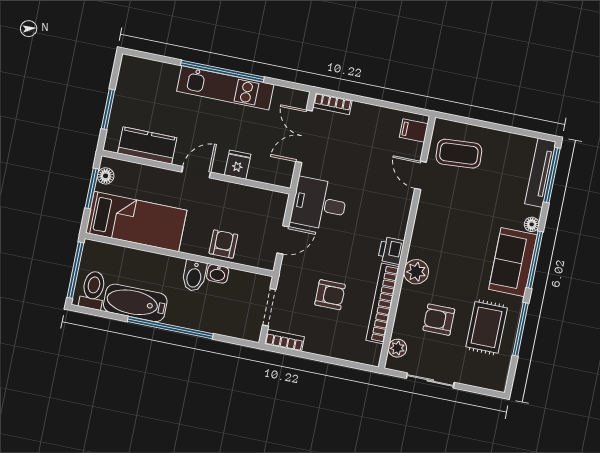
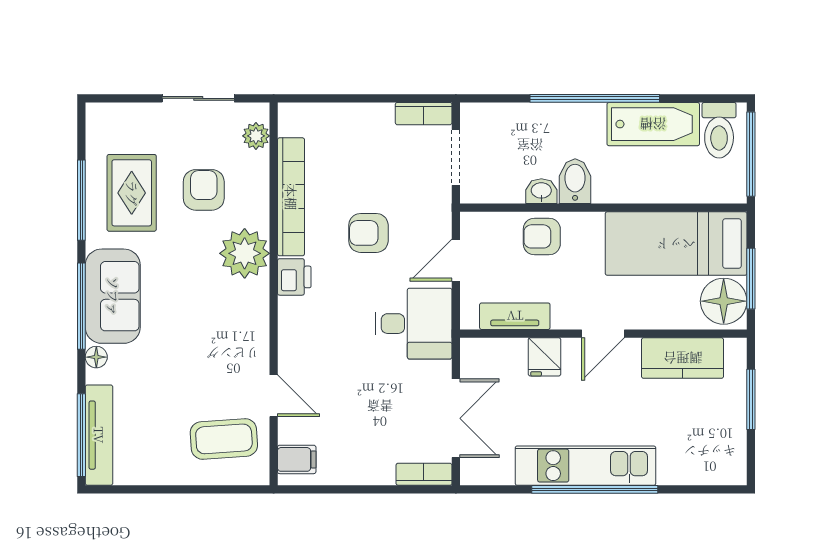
floor lamp: (106, 176) -> (724, 301), width x1.89, depth x1.89
tv unit: (252, 195) -> (515, 316), added
armchair: (223, 244) -> (542, 236), turned 90
plant: (416, 272) -> (245, 253), width x1.36, depth x1.36
armchair: (330, 295) -> (368, 233), moved
armchair: (439, 320) -> (204, 190), turned -90

